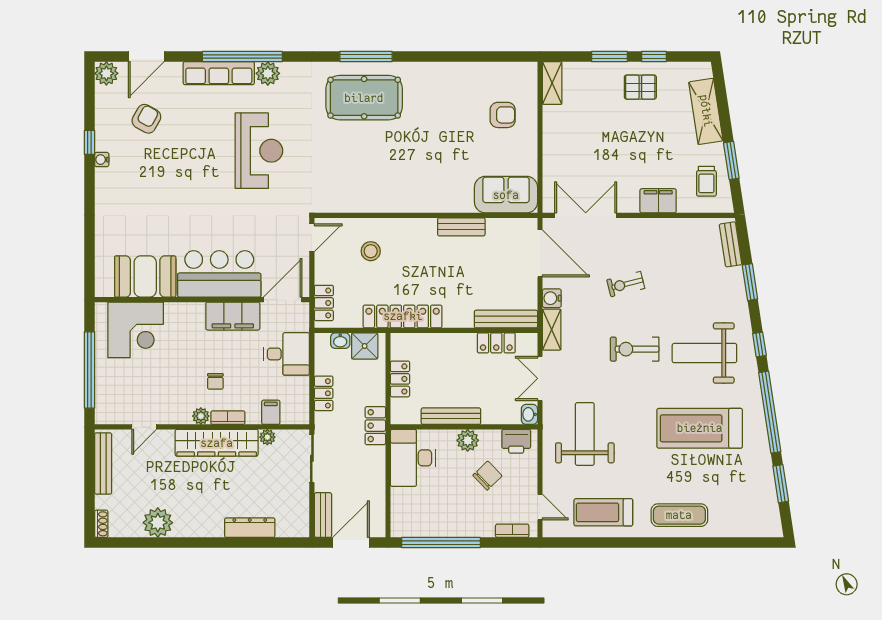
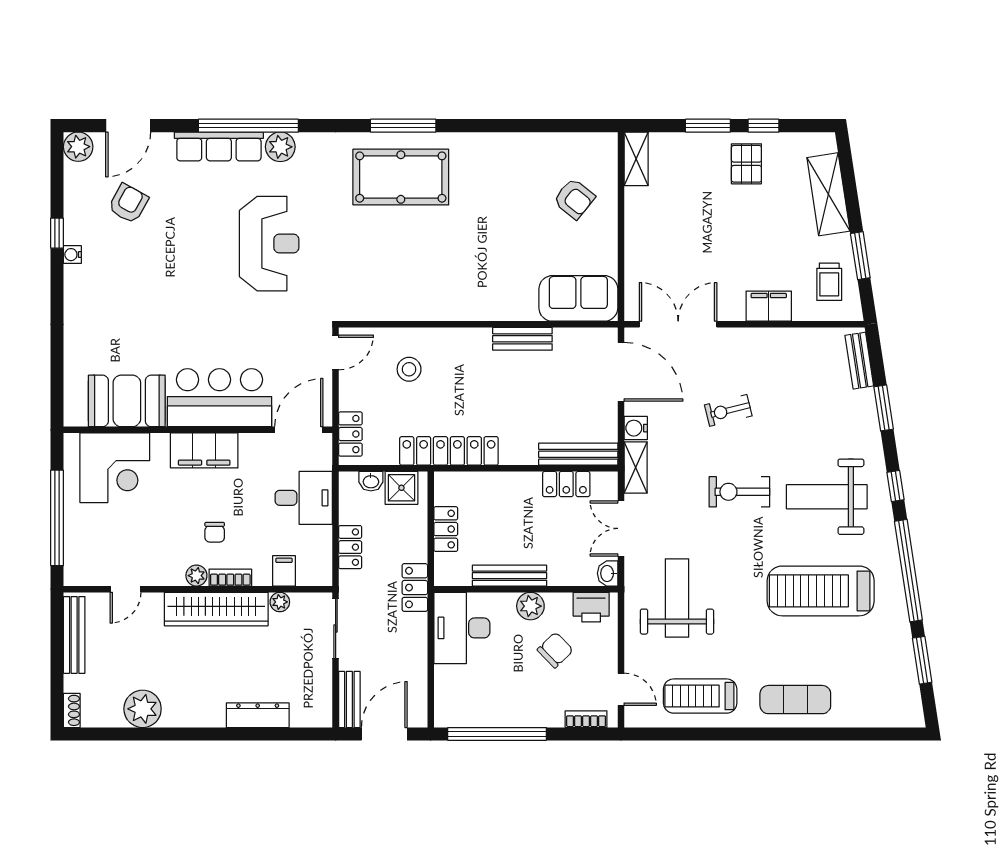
pallet: (640, 87) -> (746, 164), turned 90
armchair: (503, 115) -> (574, 199), turned 39
filing cabinet: (233, 316) -> (204, 450), moved

